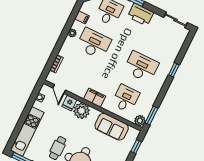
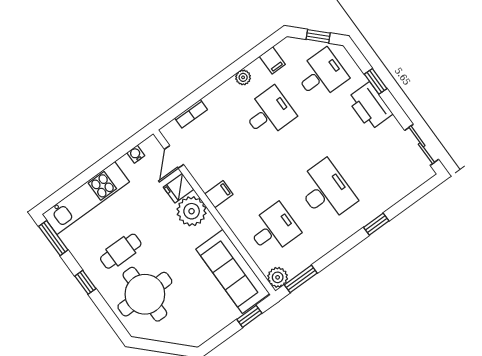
desk: (94, 44) -> (269, 113), width x0.73
filing cabinet: (95, 98) -> (219, 194), width x0.50
sofa: (112, 127) -> (233, 271), width x1.36

